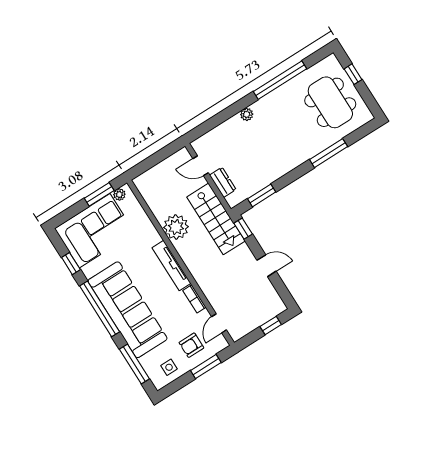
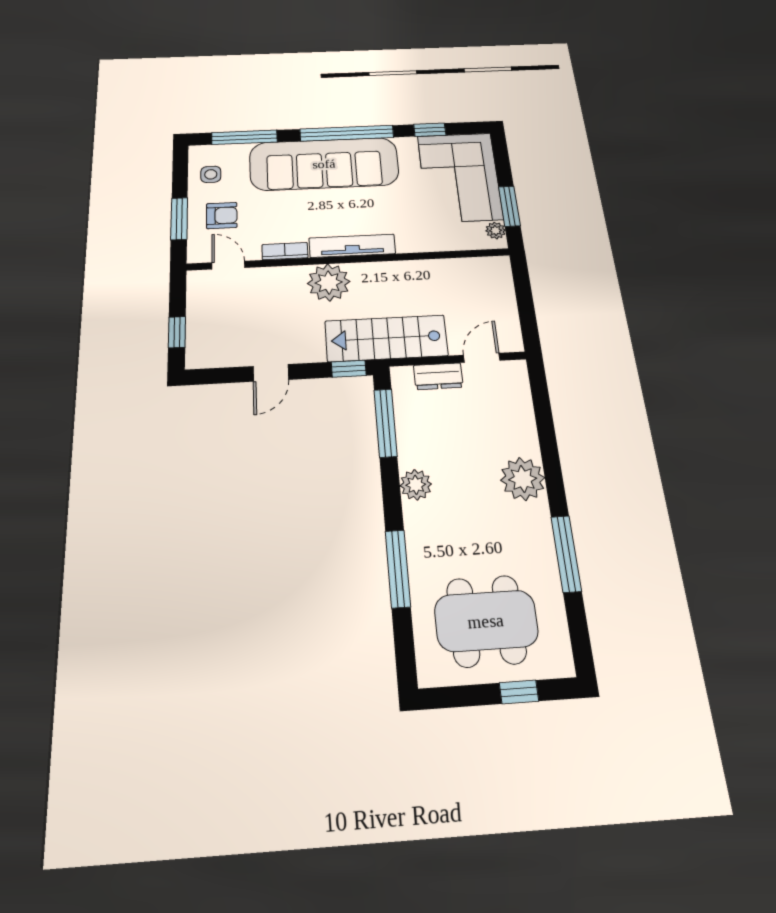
window: (280, 80) -> (566, 554), width x0.68
plant: (247, 114) -> (523, 479), width x1.88, depth x1.88
plant: (285, 165) -> (416, 485), added
window: (262, 195) -> (386, 423), width x1.44
plant: (176, 227) -> (329, 283), moved
armchair: (191, 345) -> (222, 216), turned 90

